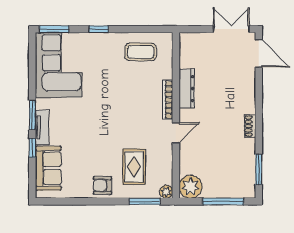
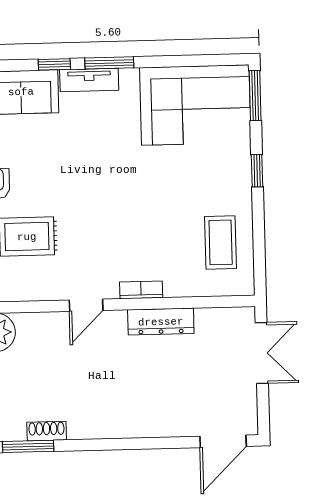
double door: (231, 29) -> (262, 353), moved
bookcase: (168, 100) -> (141, 290), width x0.64
shoe rack: (250, 126) -> (47, 431), moved
door: (176, 133) -> (86, 305), hinge flipped

